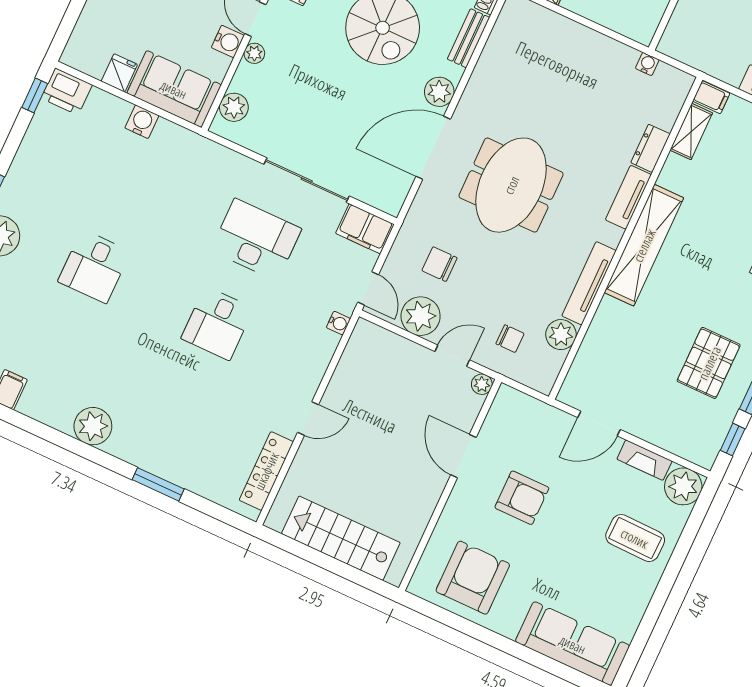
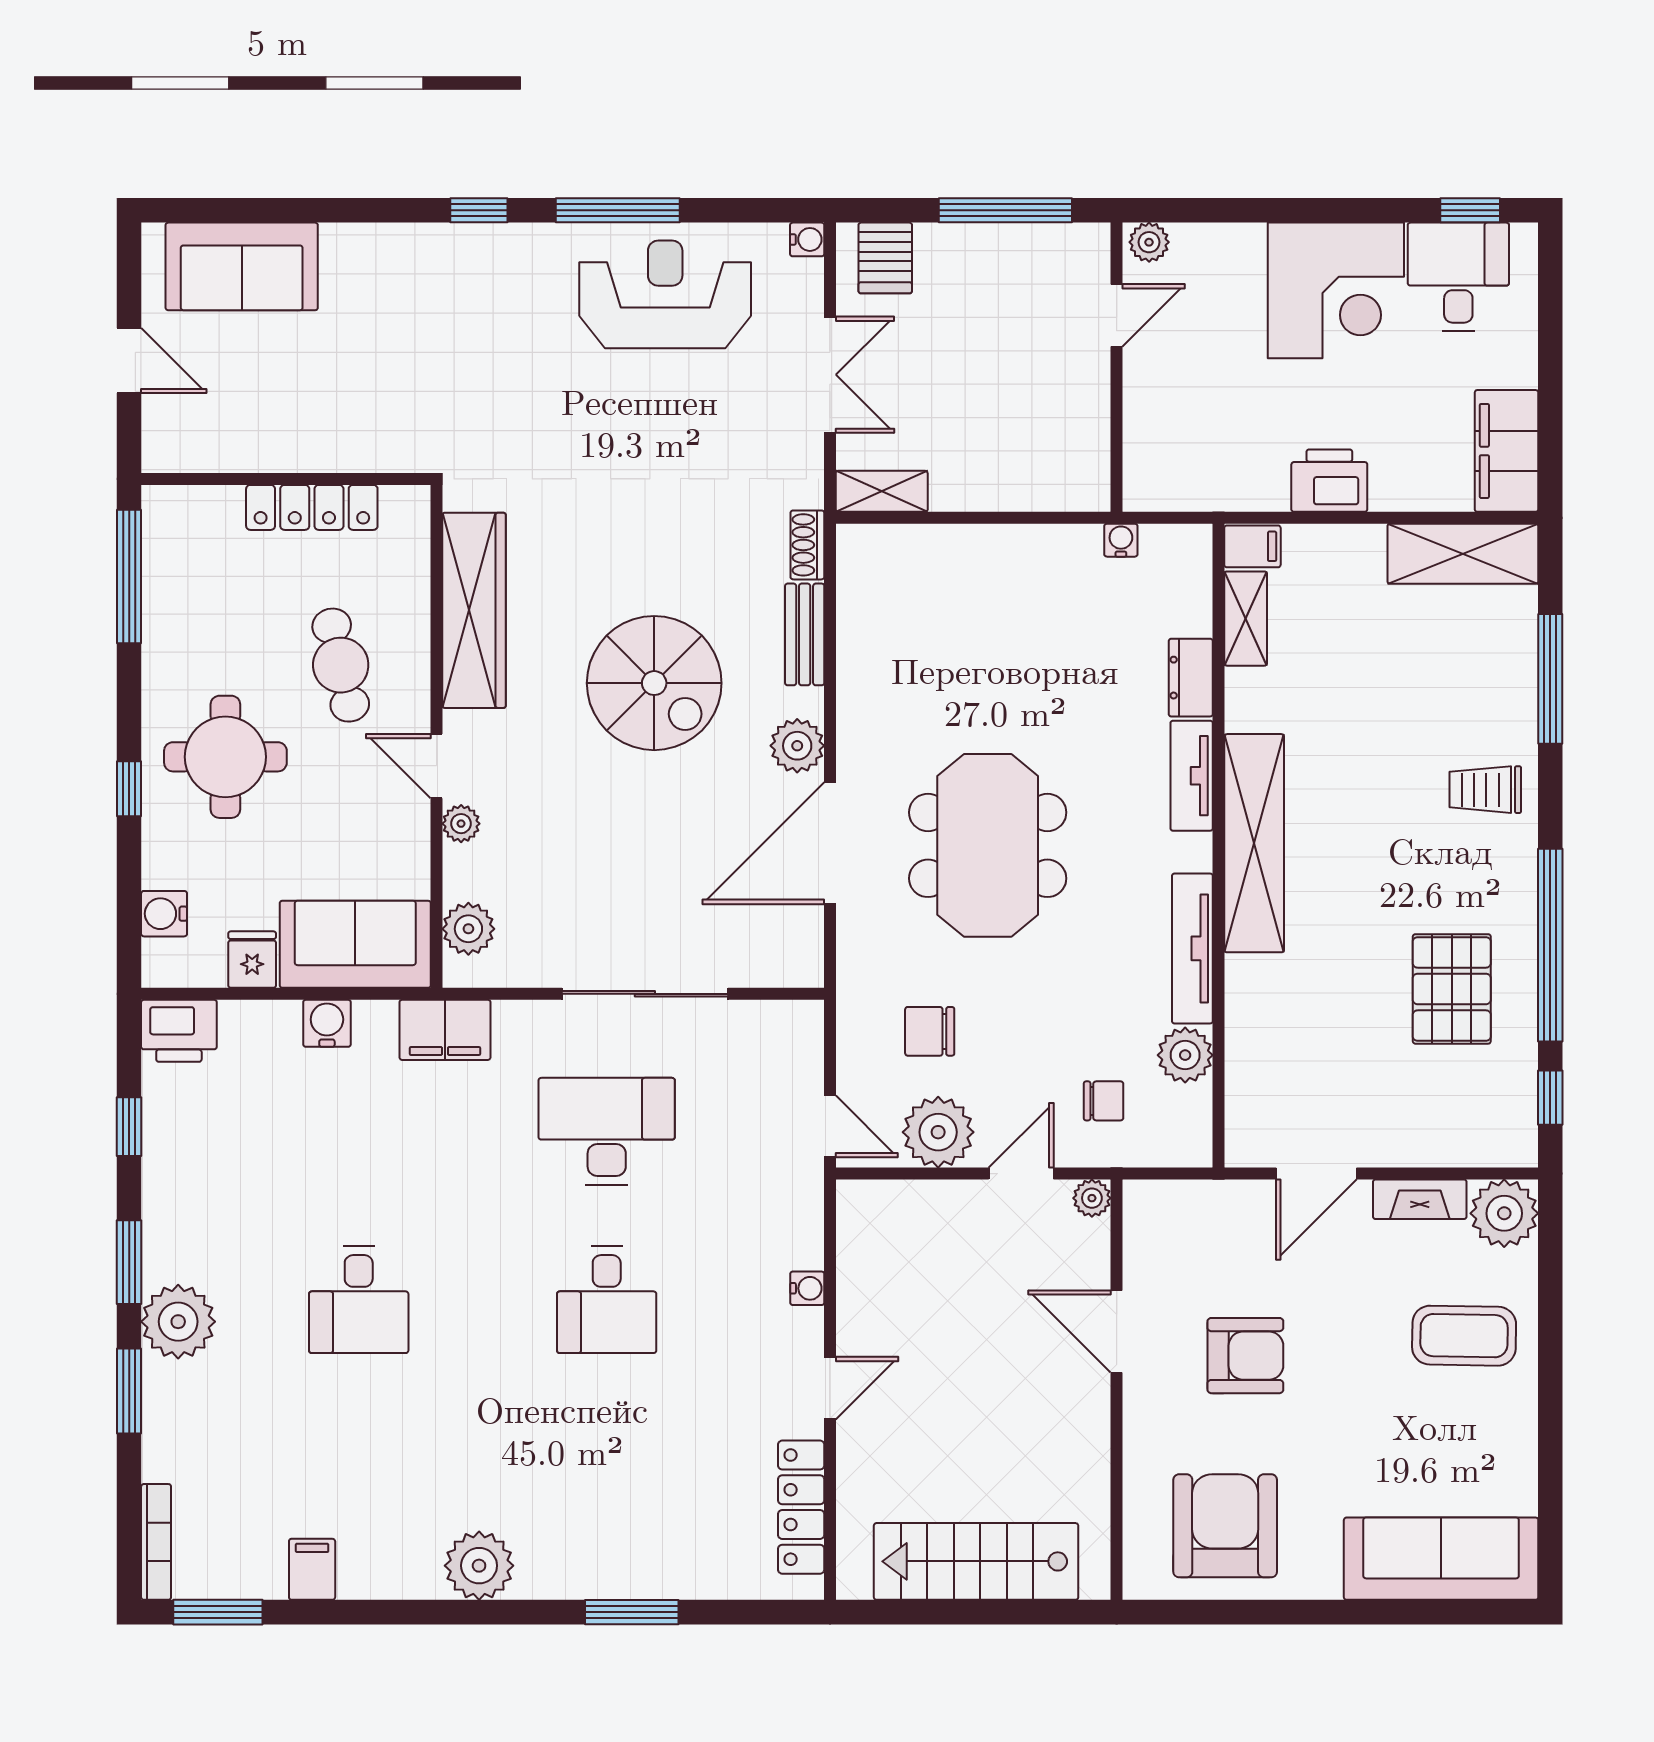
water cooler: (228, 41) -> (164, 914), moved, turned 180
window: (35, 95) -> (129, 1127), moved
filing cabinet: (365, 229) -> (445, 1030), moved
water cooler: (338, 323) -> (807, 1288), moved

